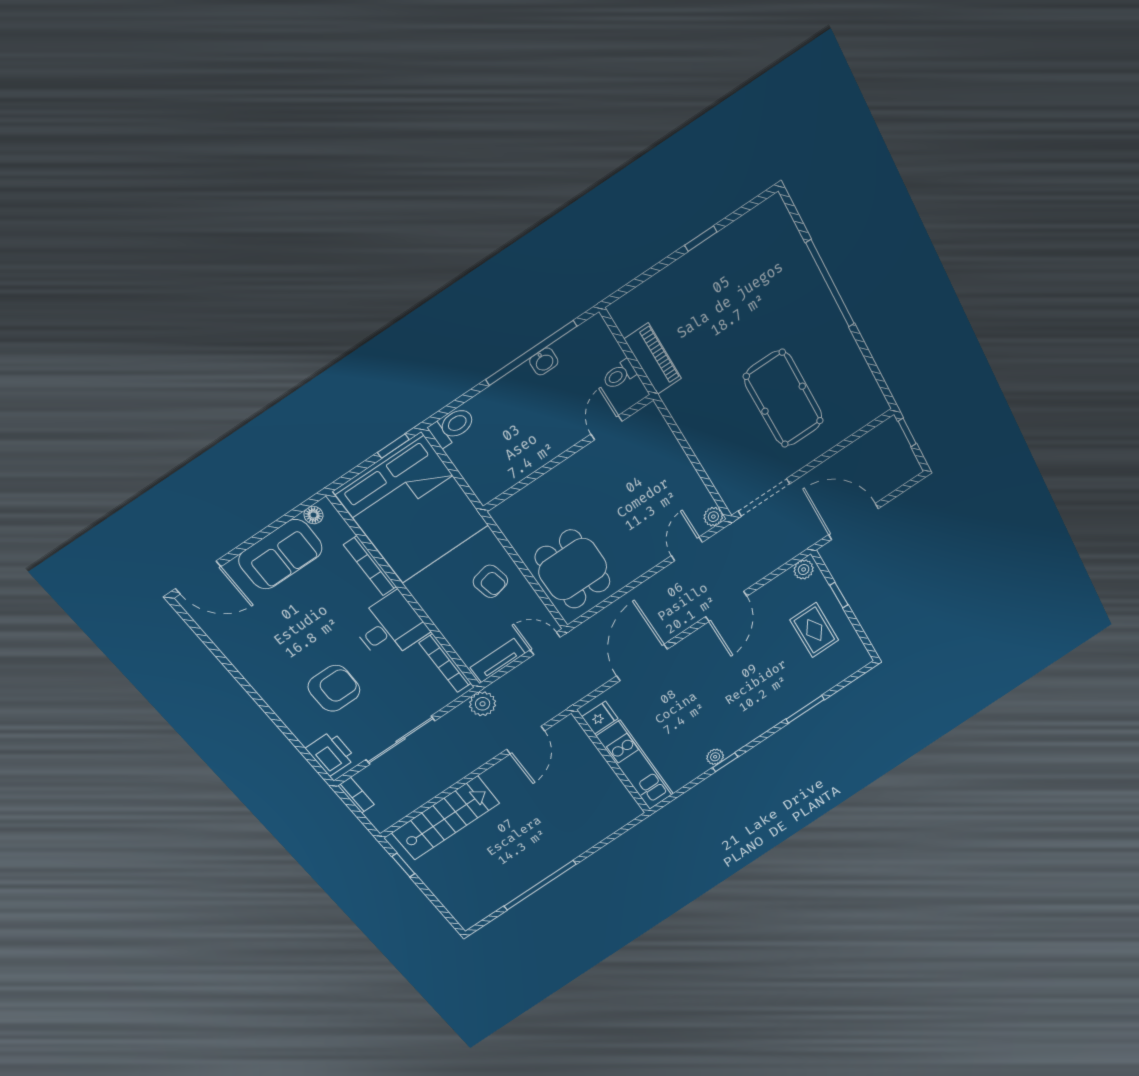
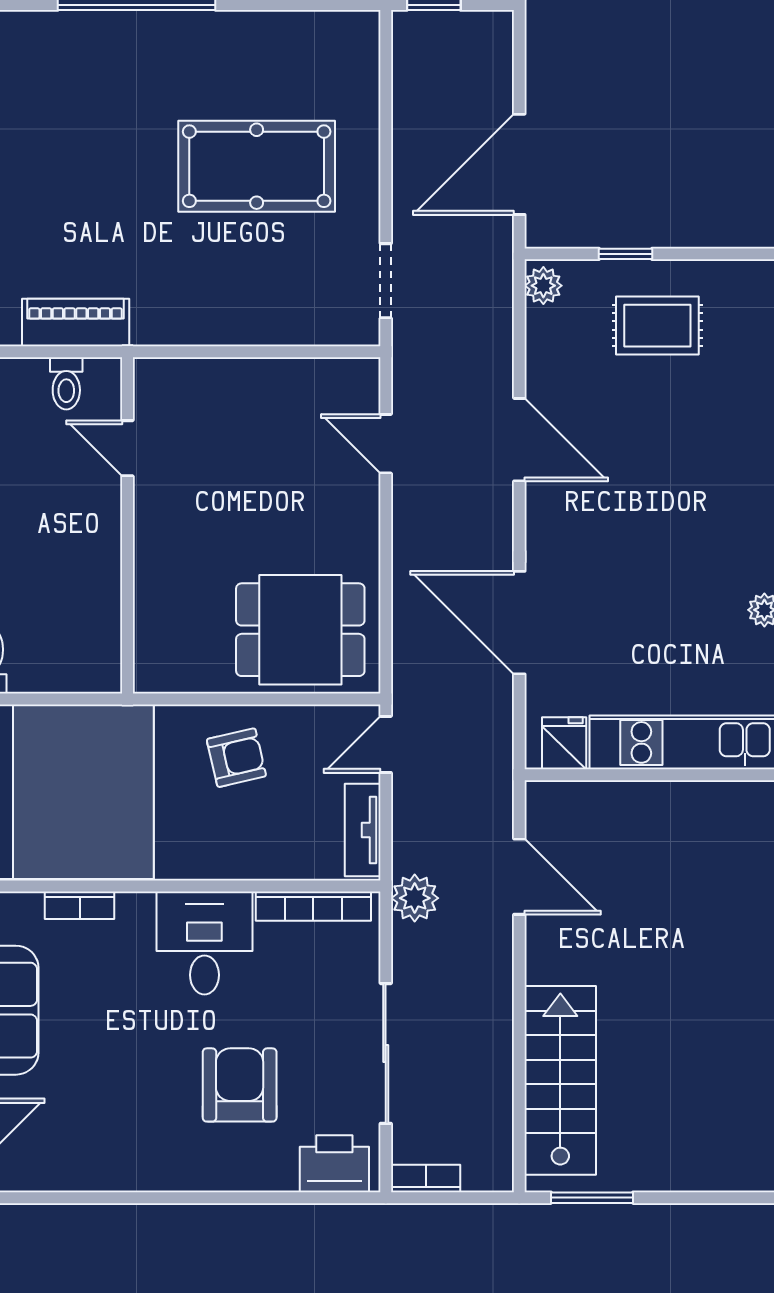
doorway: (764, 497) -> (386, 281), width x0.73
plant: (713, 517) -> (363, 374), removed
bookcase: (370, 566) -> (80, 905), width x0.64
window: (403, 865) -> (592, 1198), width x1.50

